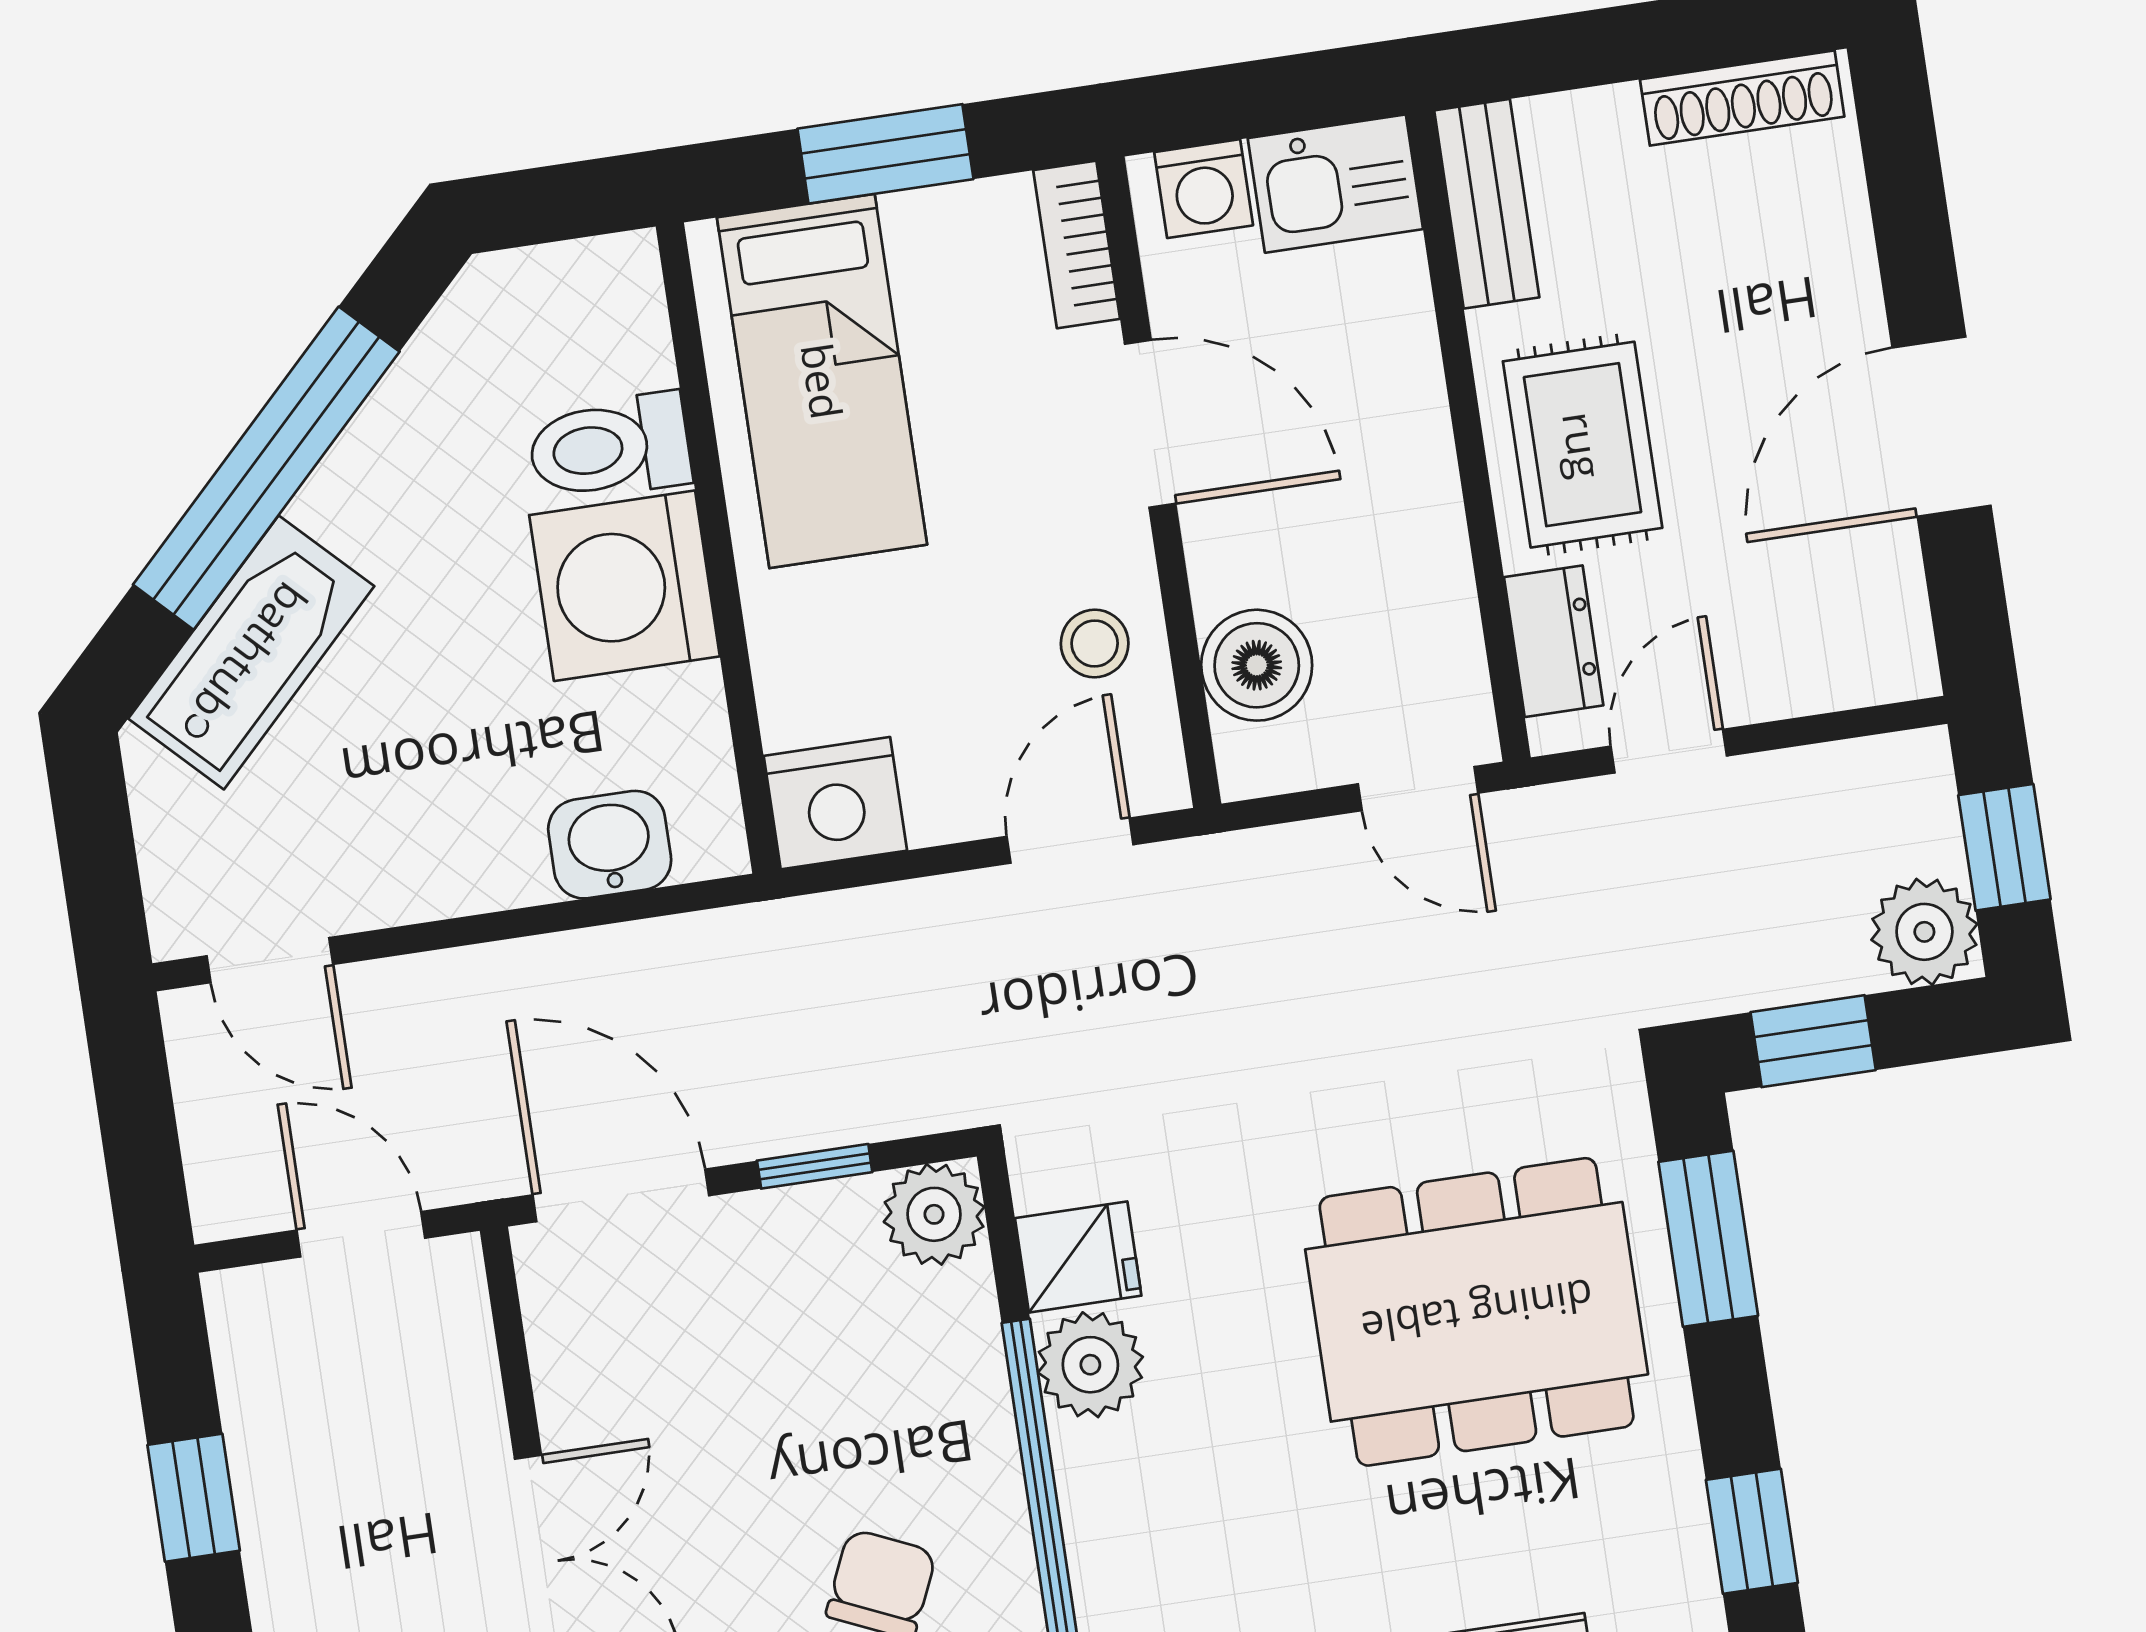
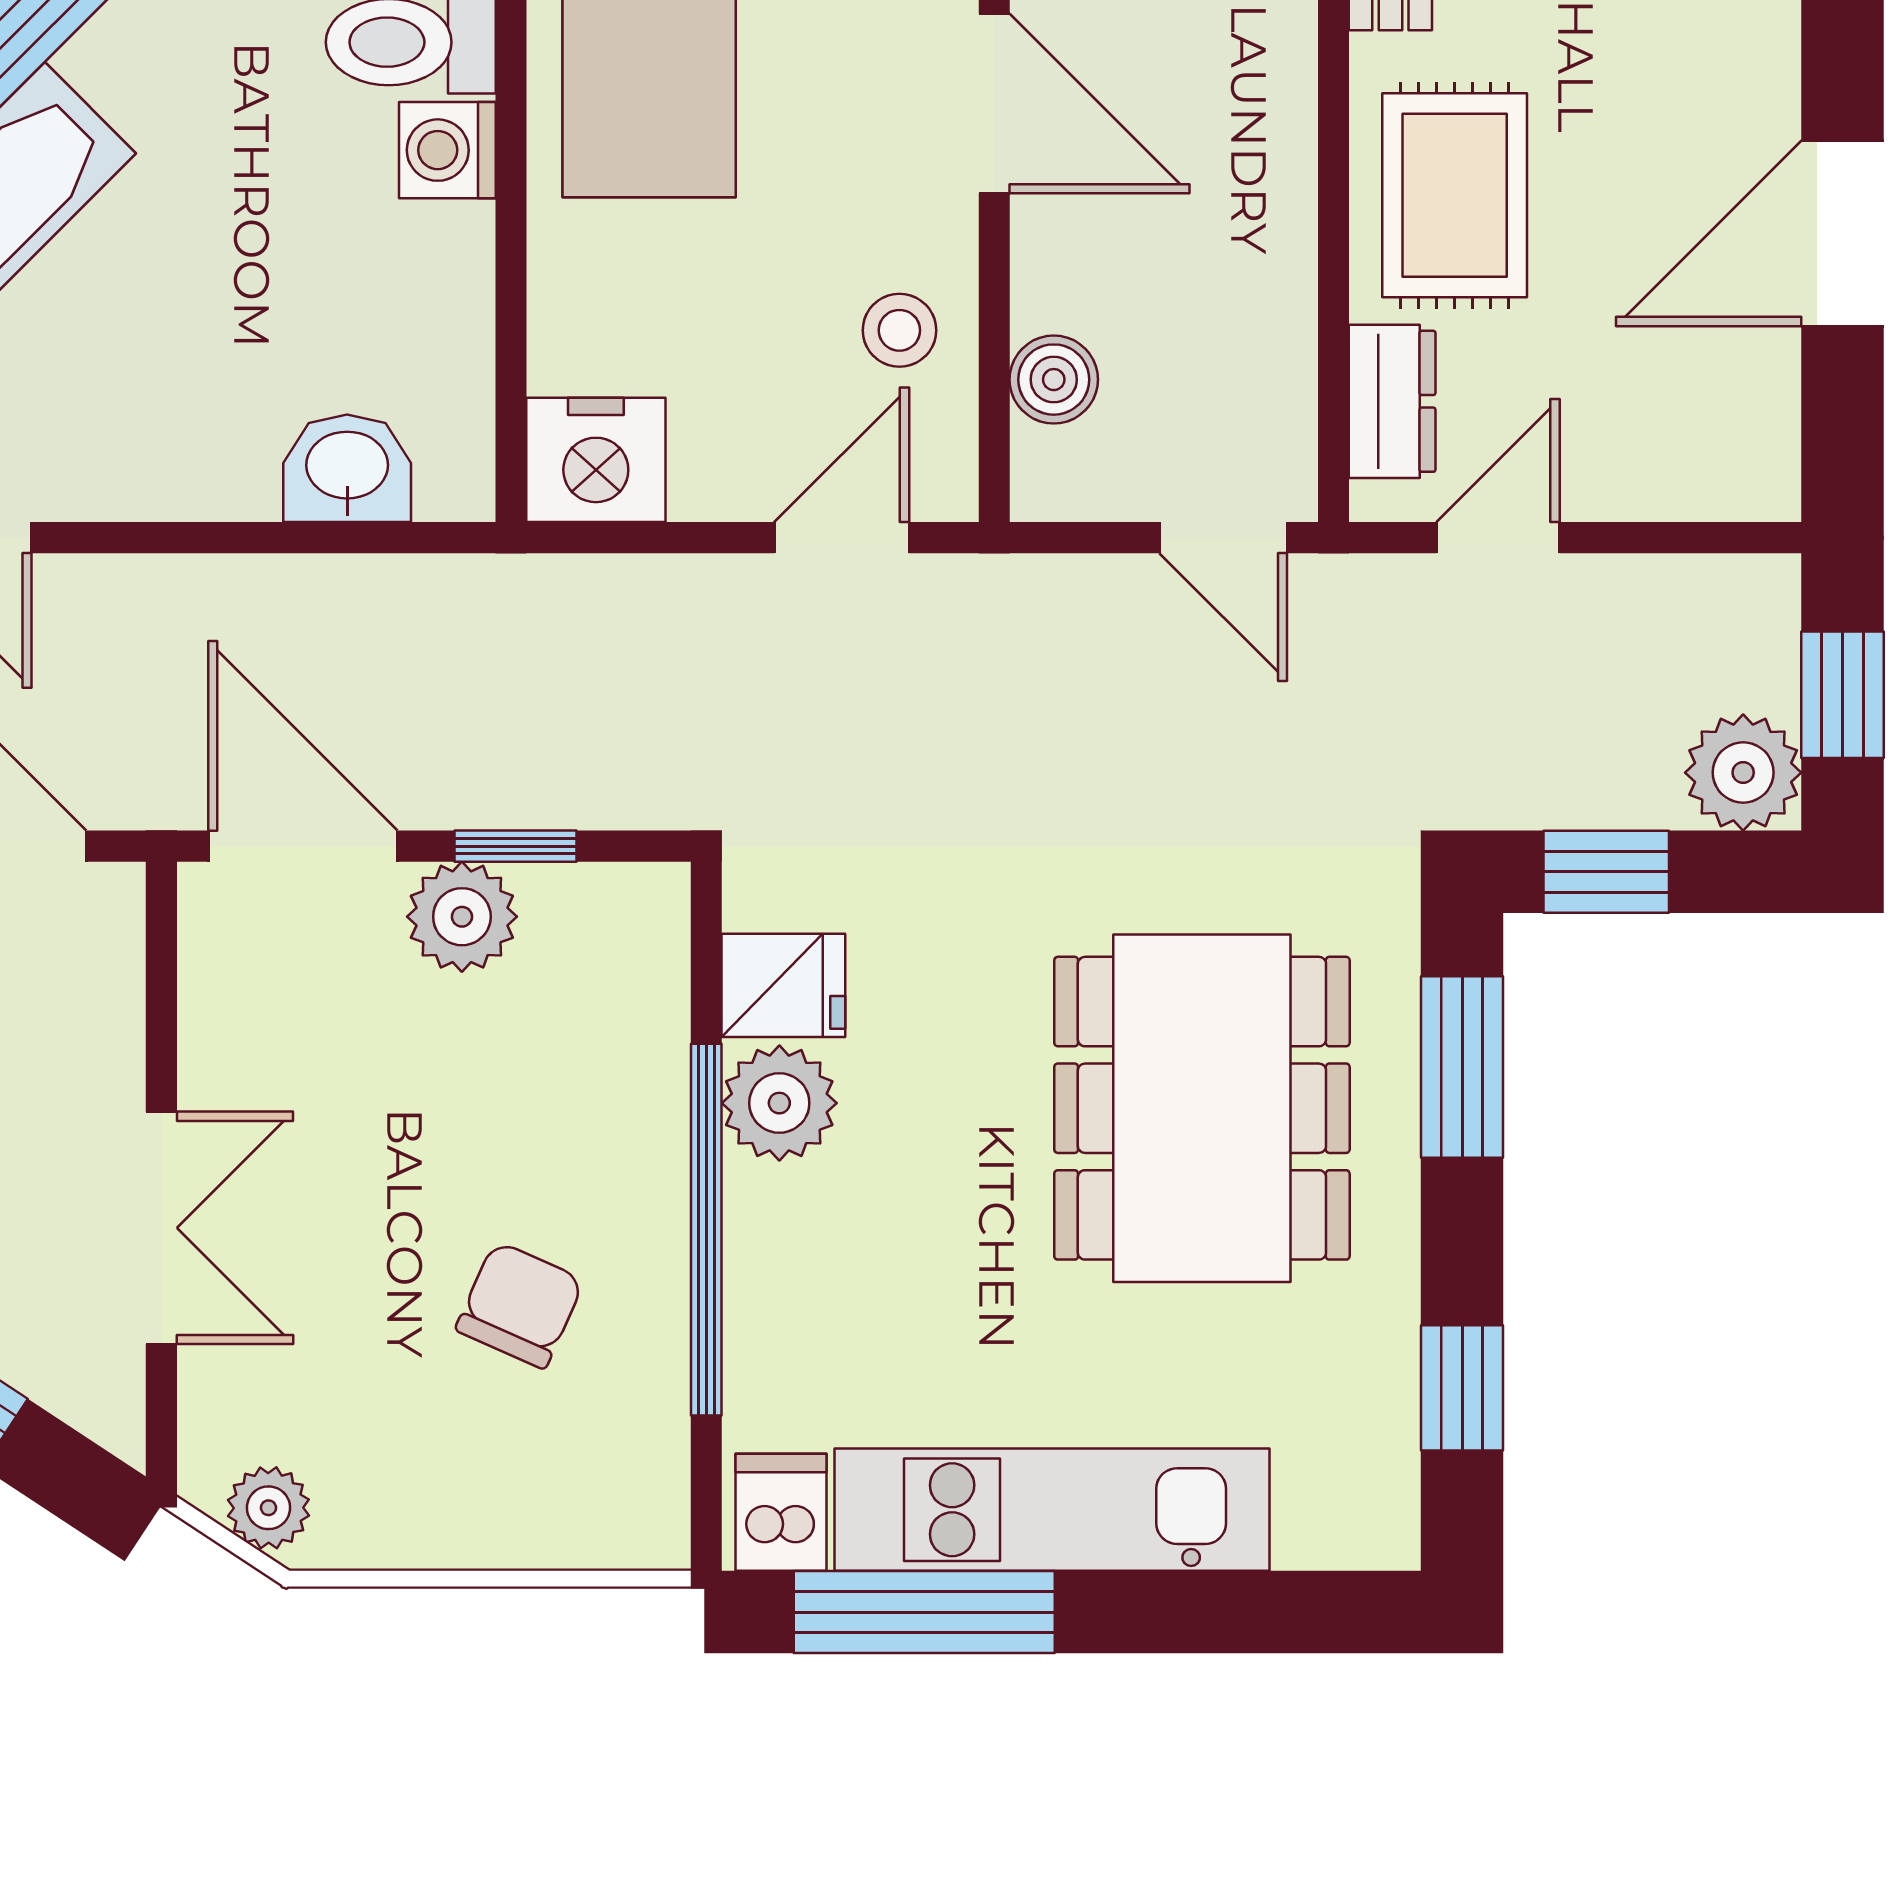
washing machine: (624, 586) -> (447, 150), width x0.53, depth x0.53
boiler: (1257, 665) -> (1054, 380), width x0.73, depth x0.73
plant: (934, 1214) -> (462, 917), moved
dining table: (1477, 1312) -> (1202, 1108), turned 90

